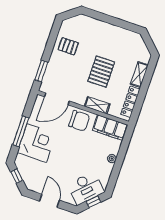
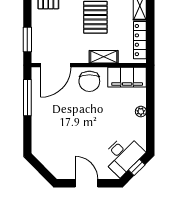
chair: (79, 121) -> (89, 81), turned 90
window: (21, 131) -> (27, 98), moved
corner desk: (37, 143) -> (50, 123), removed
window: (17, 176) -> (40, 168), removed

